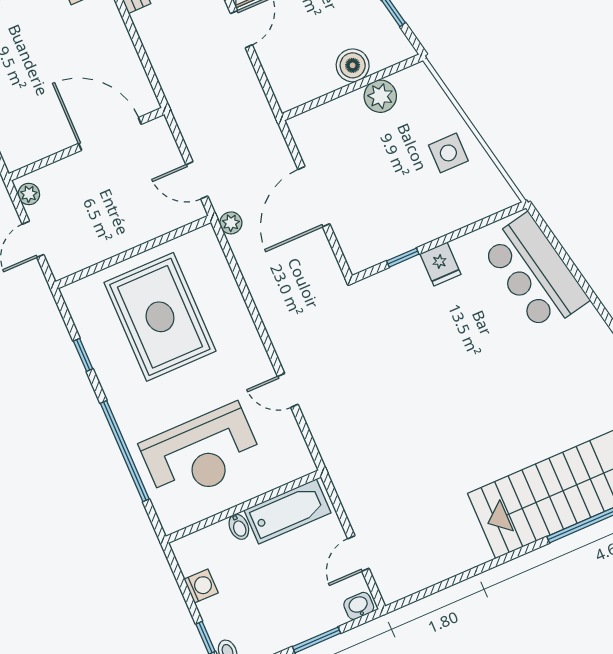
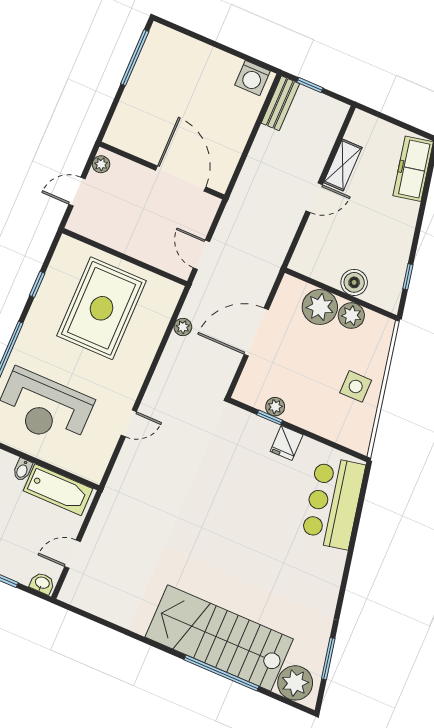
plant: (346, 117) -> (320, 307), added
plant: (231, 223) -> (183, 327), moved
plant: (398, 243) -> (275, 407), added
door: (288, 390) -> (129, 423), swing flipped

